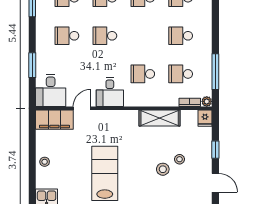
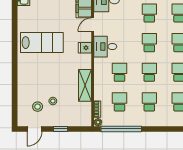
school desk: (143, 36) -> (149, 72), added
window: (215, 72) -> (121, 129), width x1.46
door: (82, 108) -> (93, 25), swing flipped
fridge: (205, 118) -> (85, 48), moved
stool: (163, 169) -> (38, 107), moved

